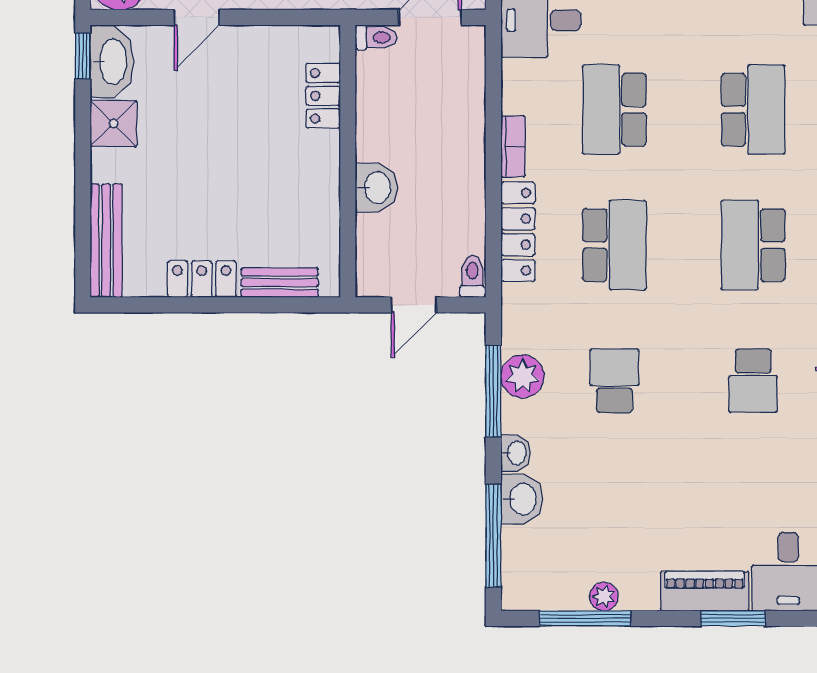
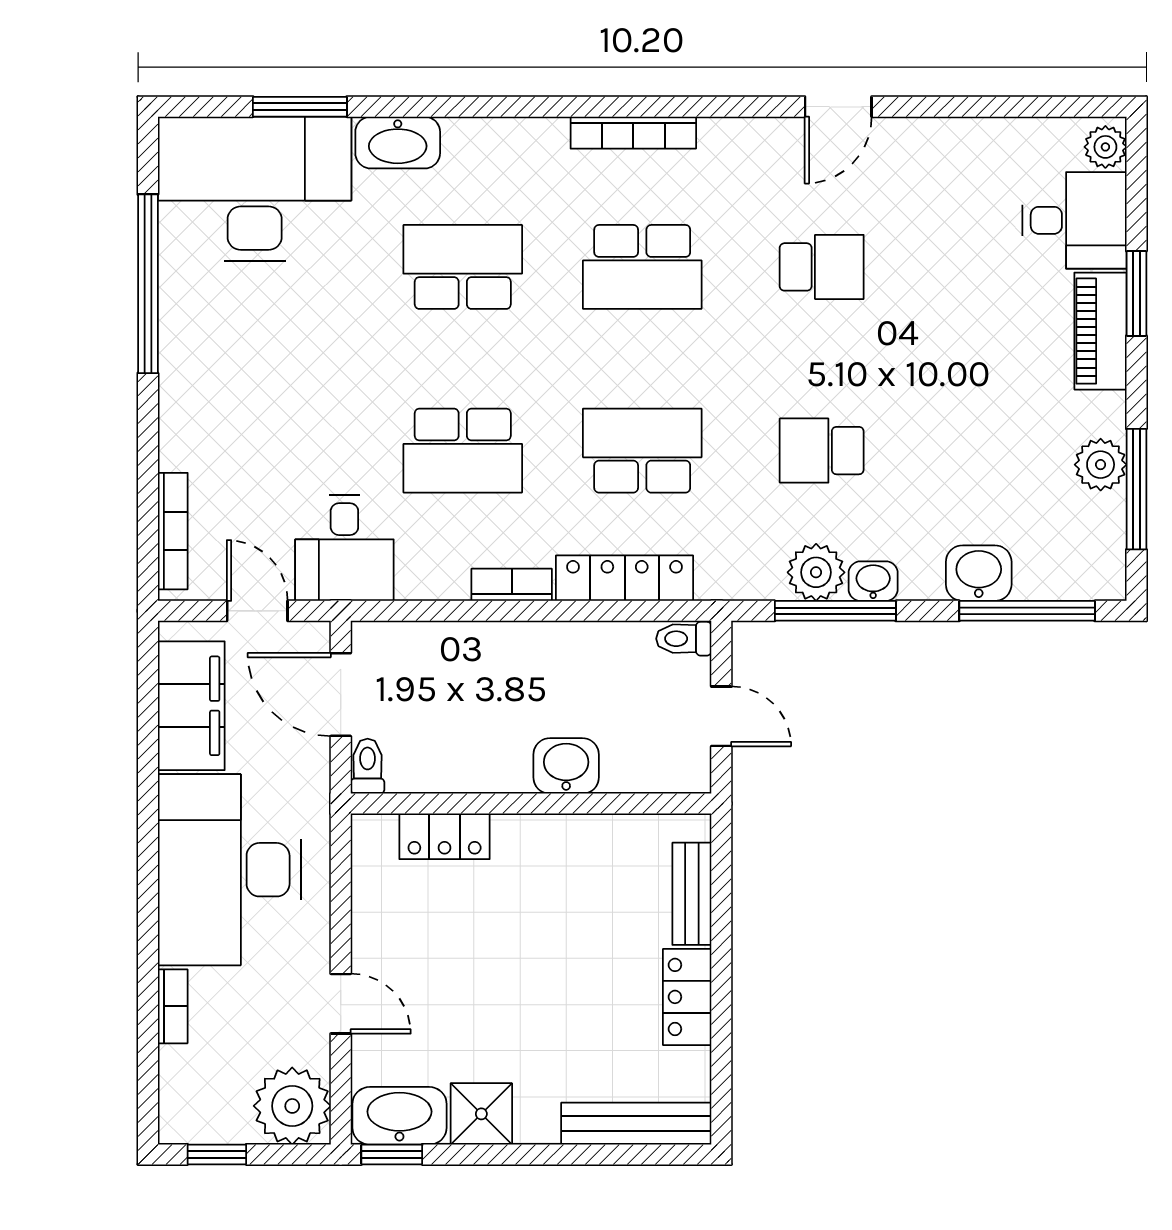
washbasin: (516, 453) -> (873, 581), moved
plant: (604, 597) -> (1101, 465), width x1.38, depth x1.38

